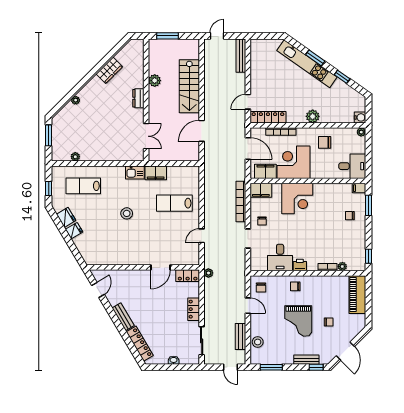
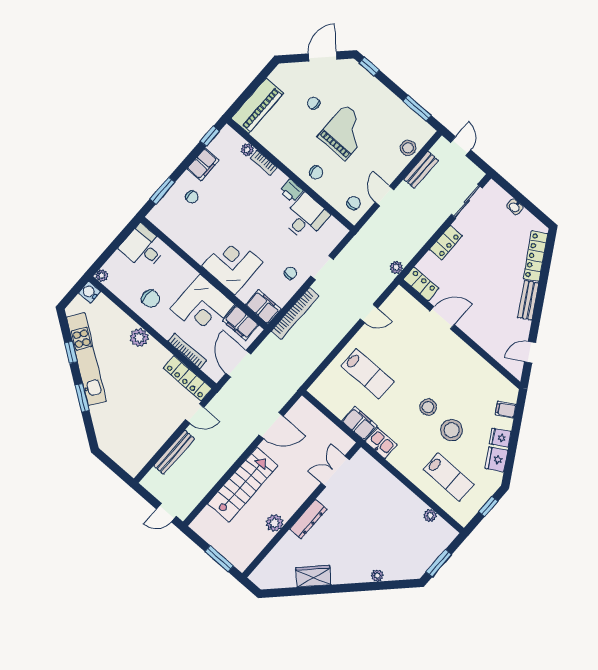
bench: (241, 56) -> (174, 452), moved
kitchen unit: (307, 64) -> (87, 359), moved
dresser: (138, 98) -> (308, 519), width x1.44
filing cabinet: (359, 188) -> (203, 164), moved, width x2.00
stool: (104, 212) -> (452, 430), added
filing cabinet: (84, 248) -> (506, 410), added
bench: (306, 360) -> (373, 84), removed

